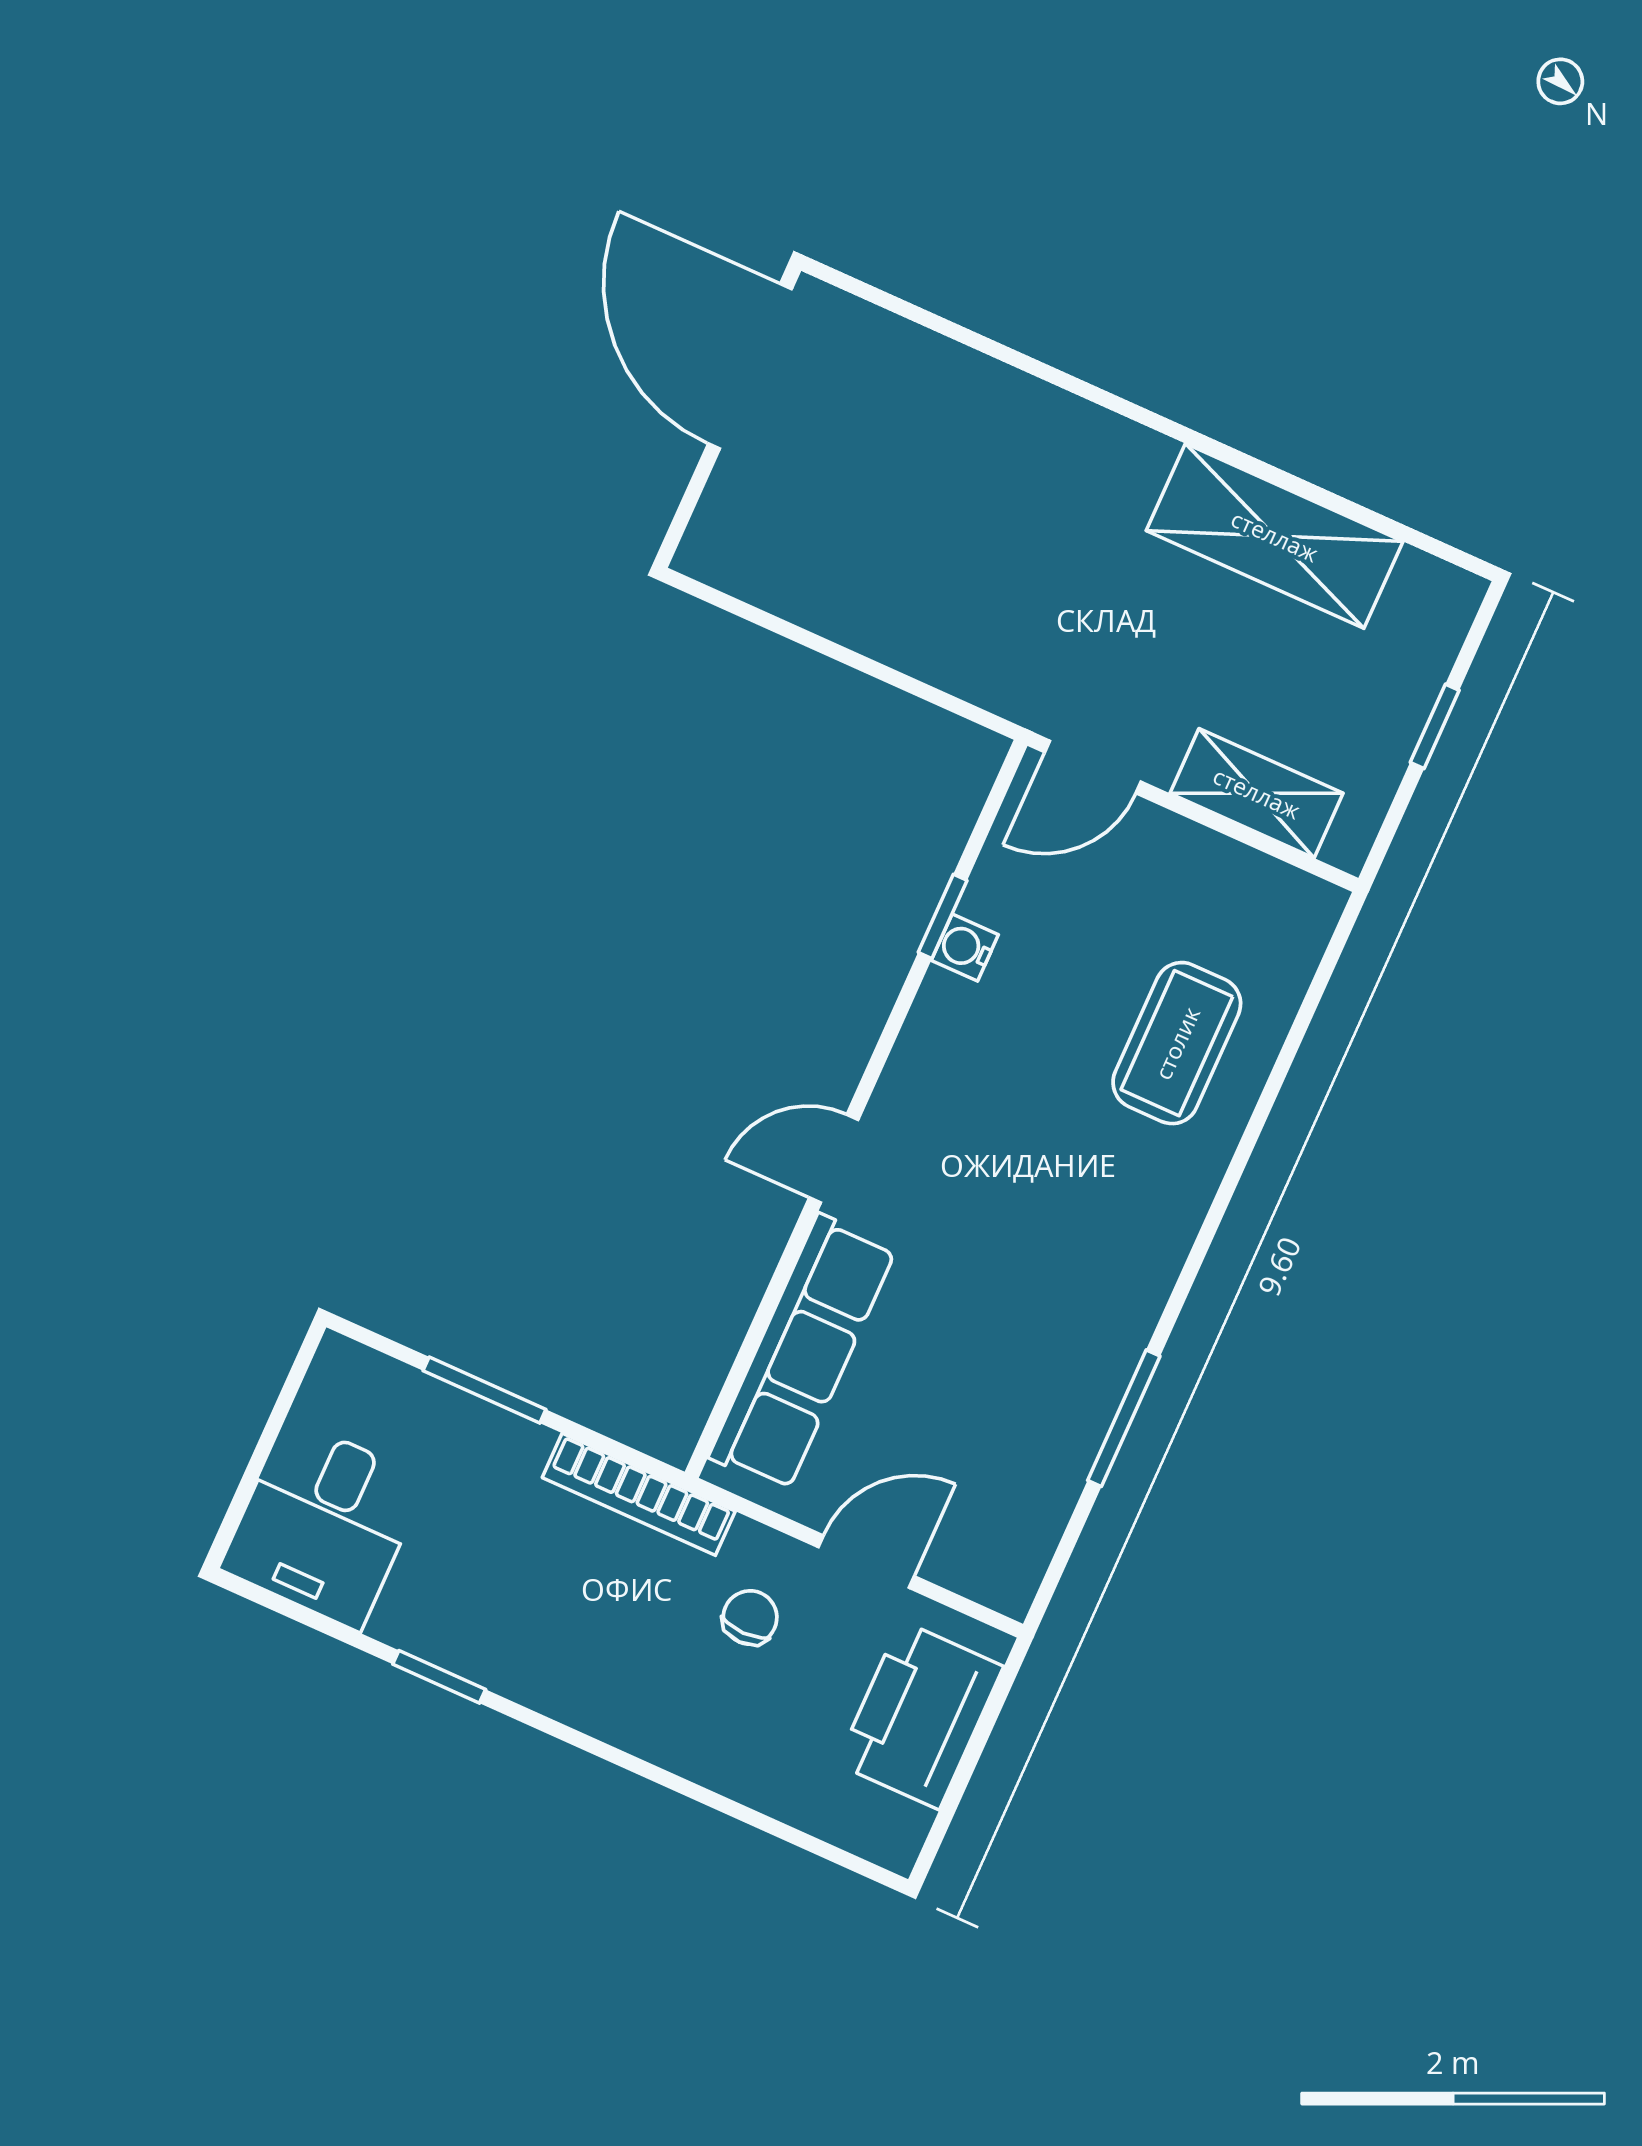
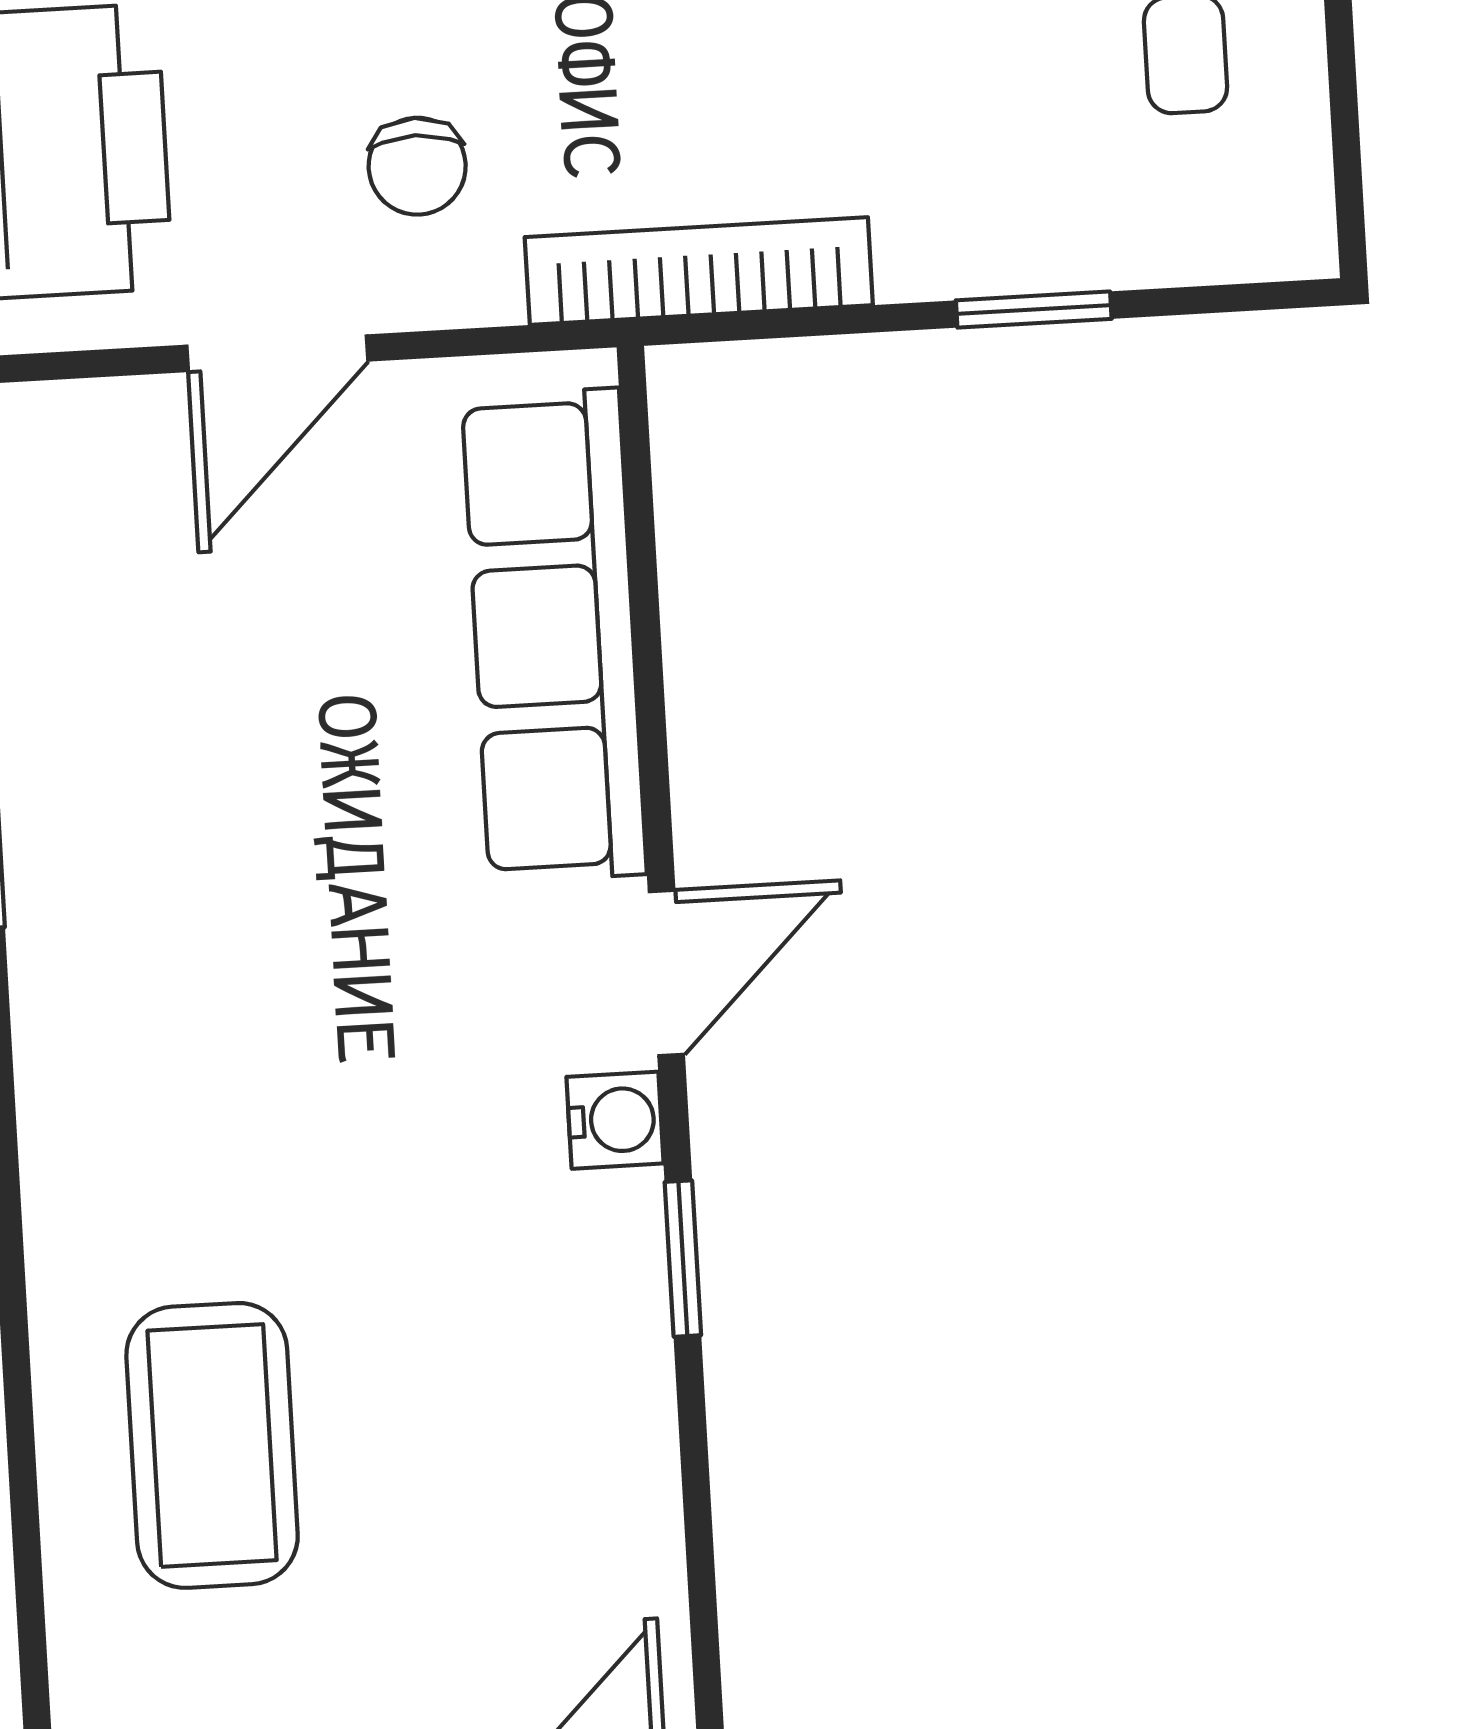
window: (943, 916) -> (683, 1259), moved
water cooler: (965, 948) -> (615, 1120), moved
window: (484, 1390) -> (1034, 310), width x0.67

